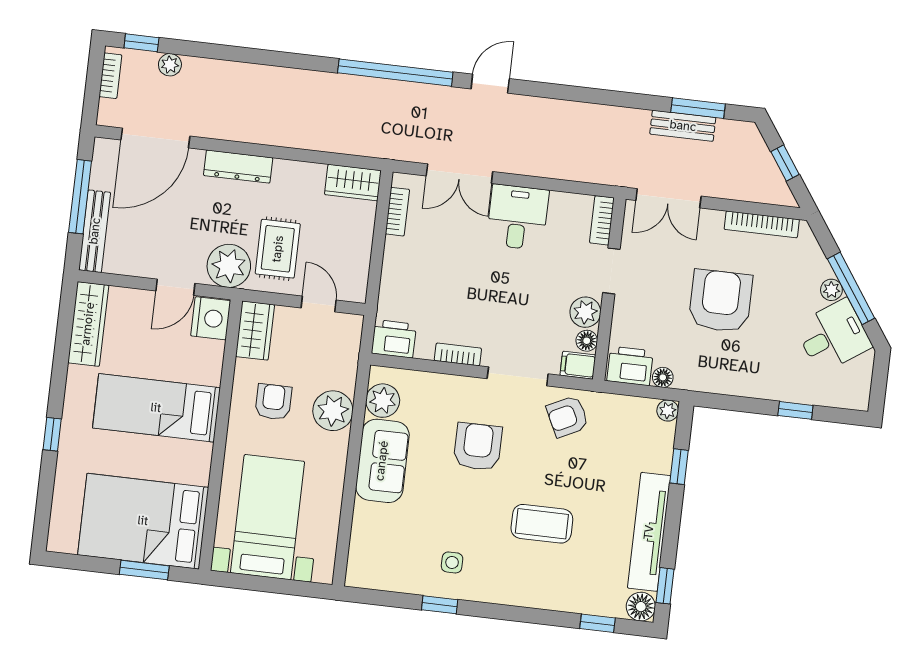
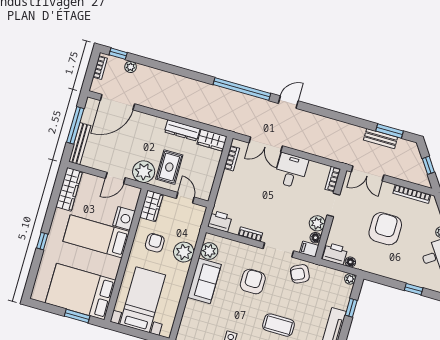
dresser: (238, 167) -> (182, 130), moved
nightstand: (211, 318) -> (124, 218), moved

